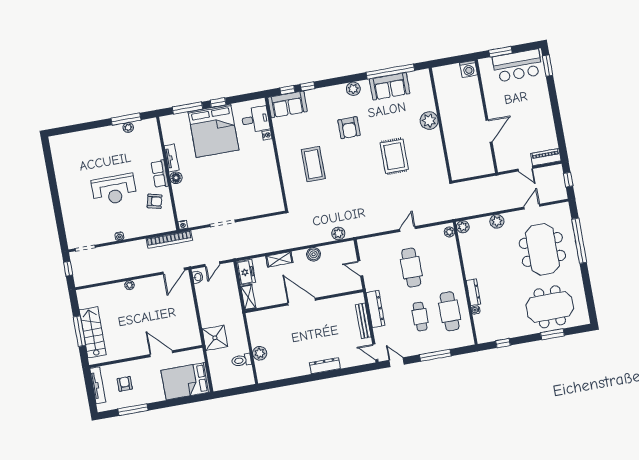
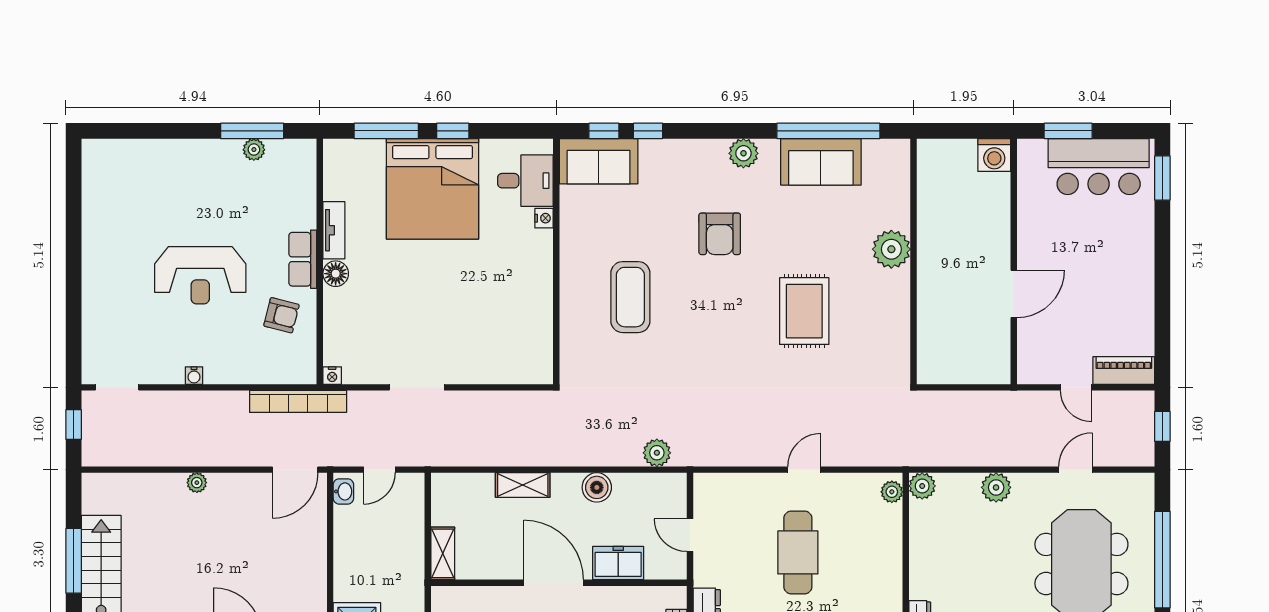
freezer: (246, 272) -> (618, 563), moved, turned -90

